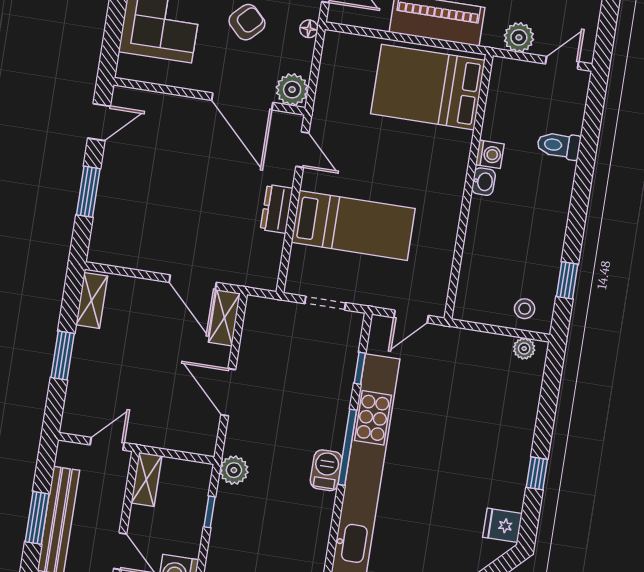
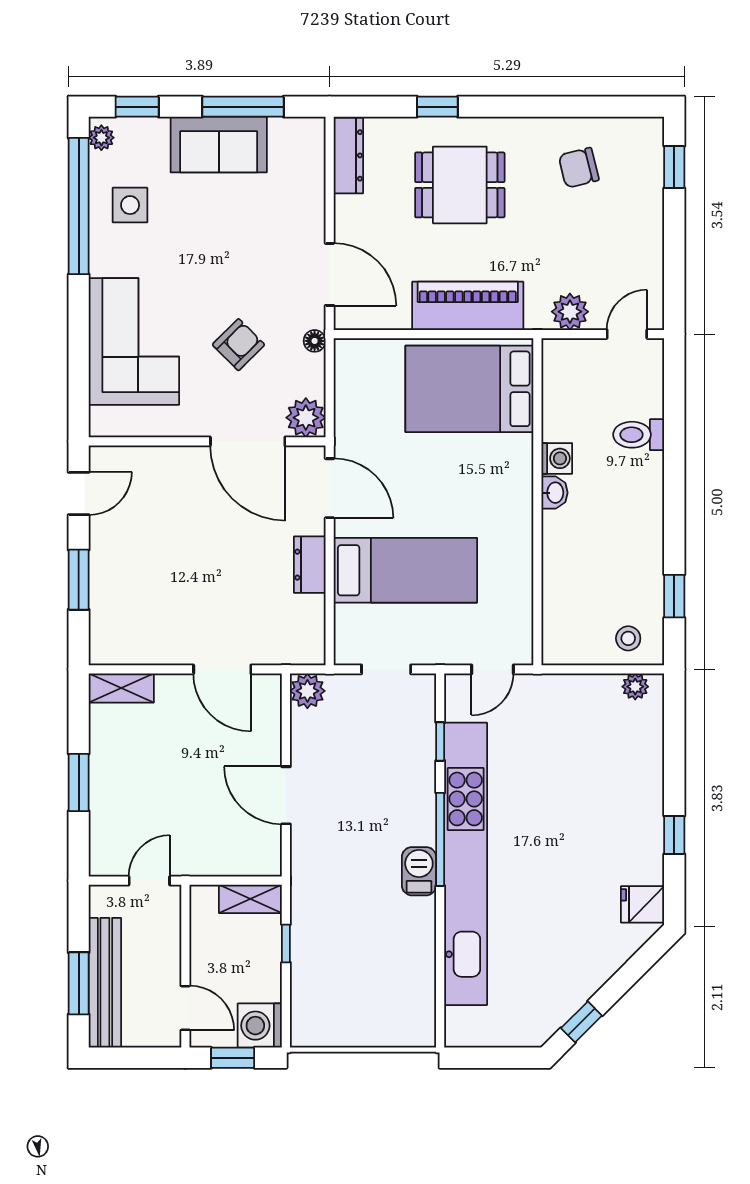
door: (302, 150) -> (330, 488), width x1.38
shelving: (92, 300) -> (121, 688), moved, turned 90
shelving: (224, 318) -> (267, 706), removed
plant: (234, 470) -> (307, 691), moved
shelving: (146, 479) -> (250, 899), moved, turned 90

